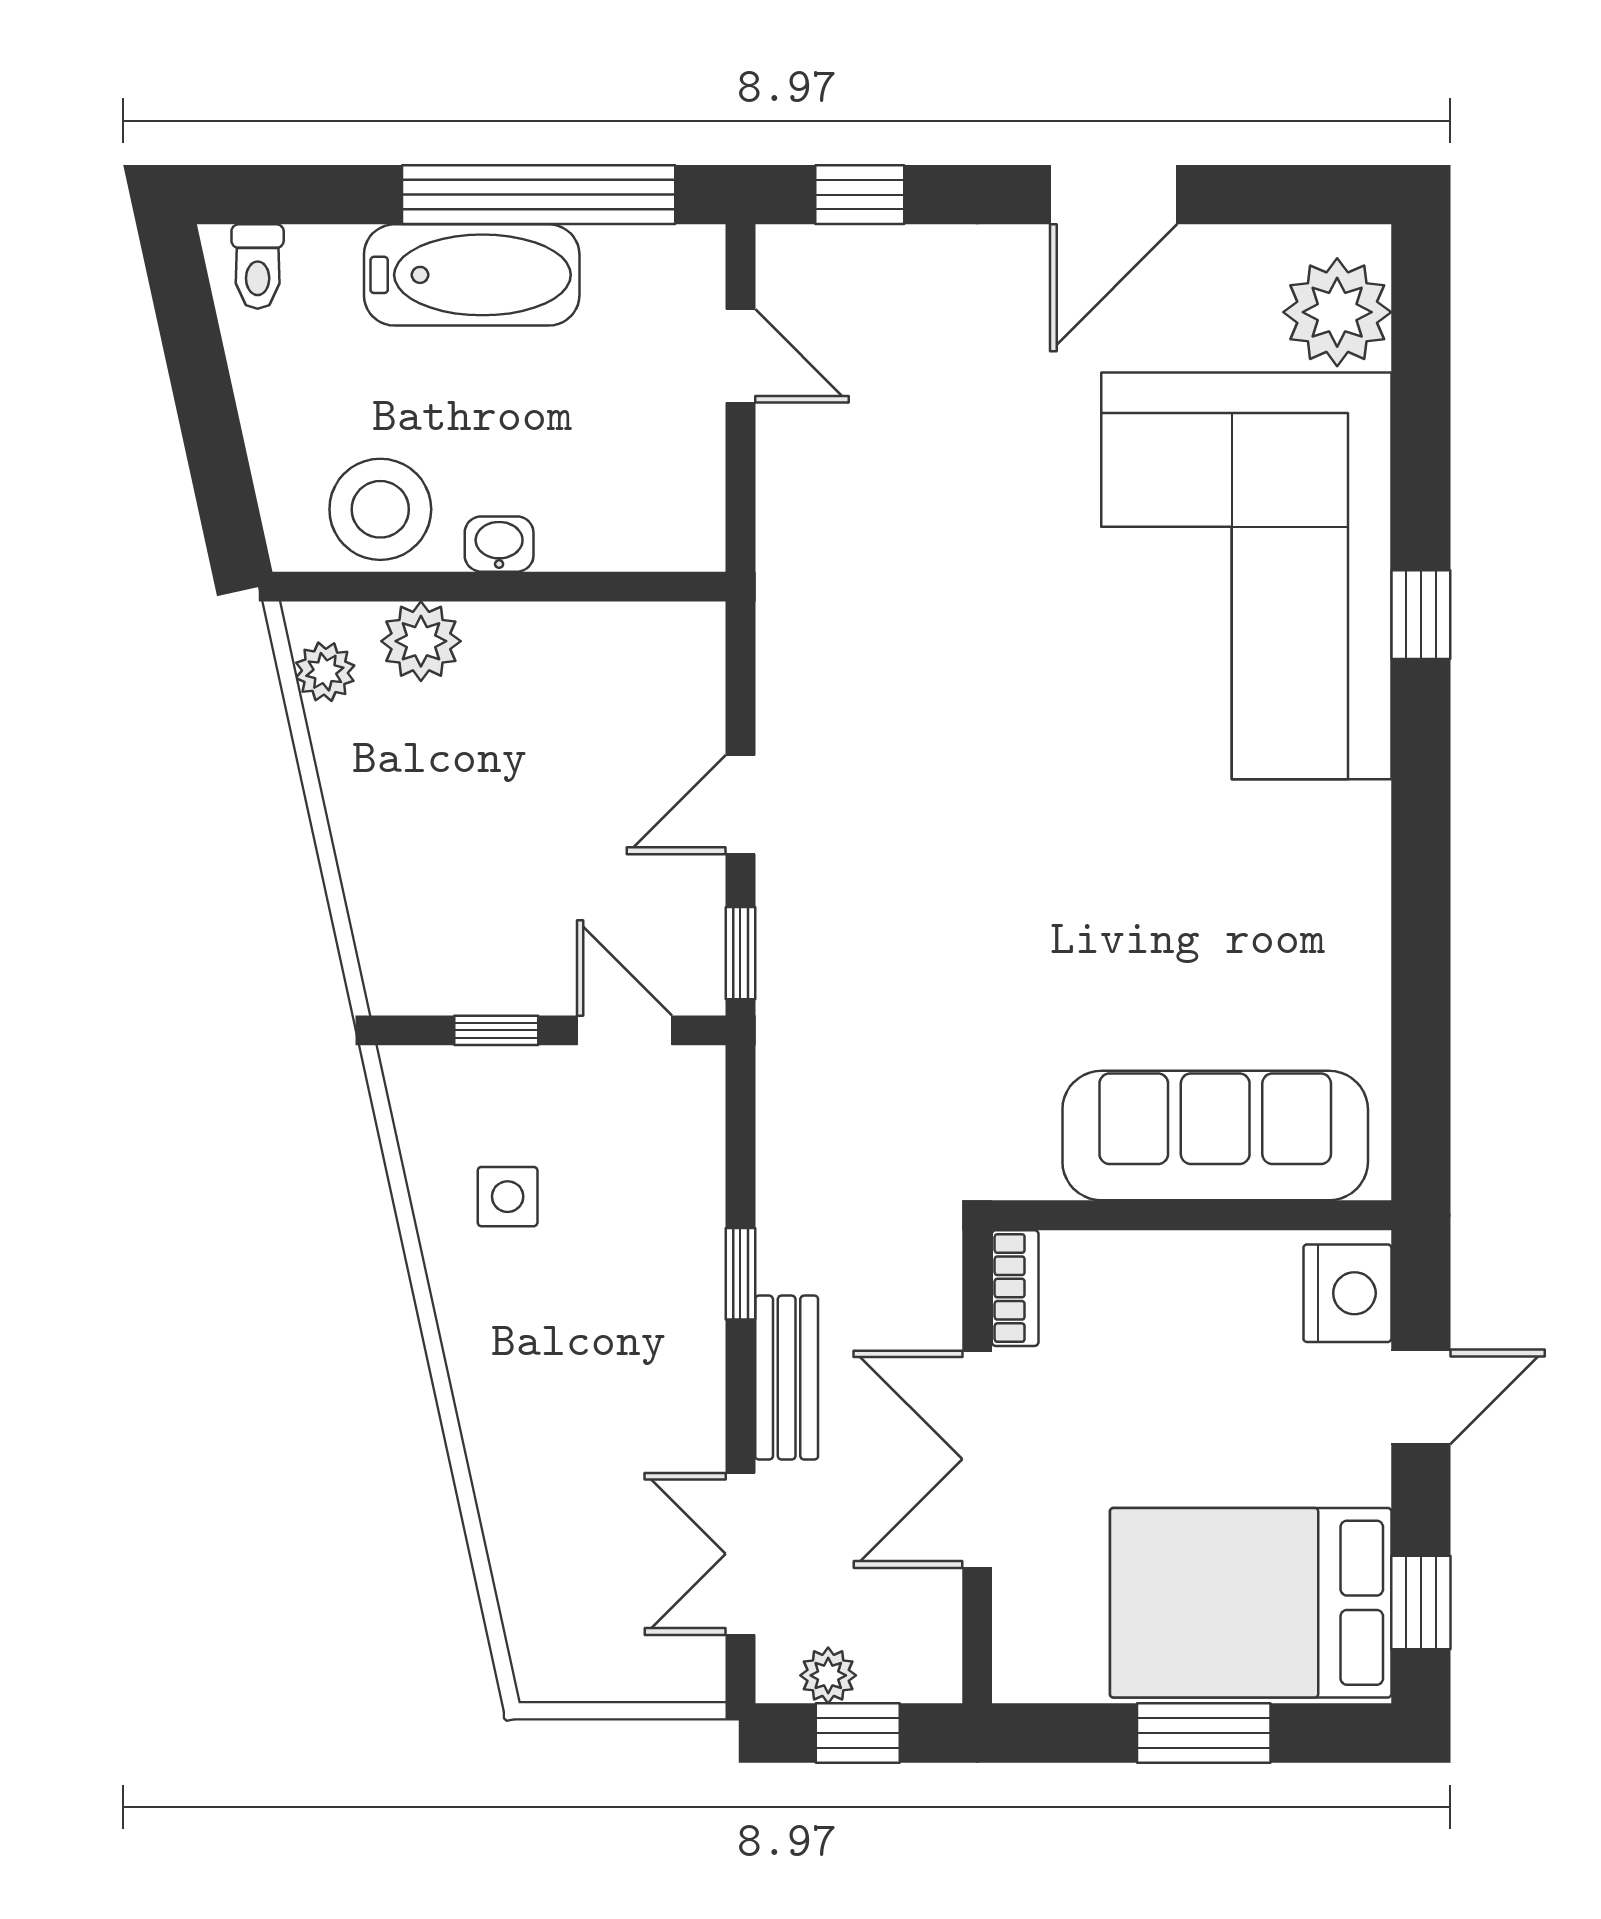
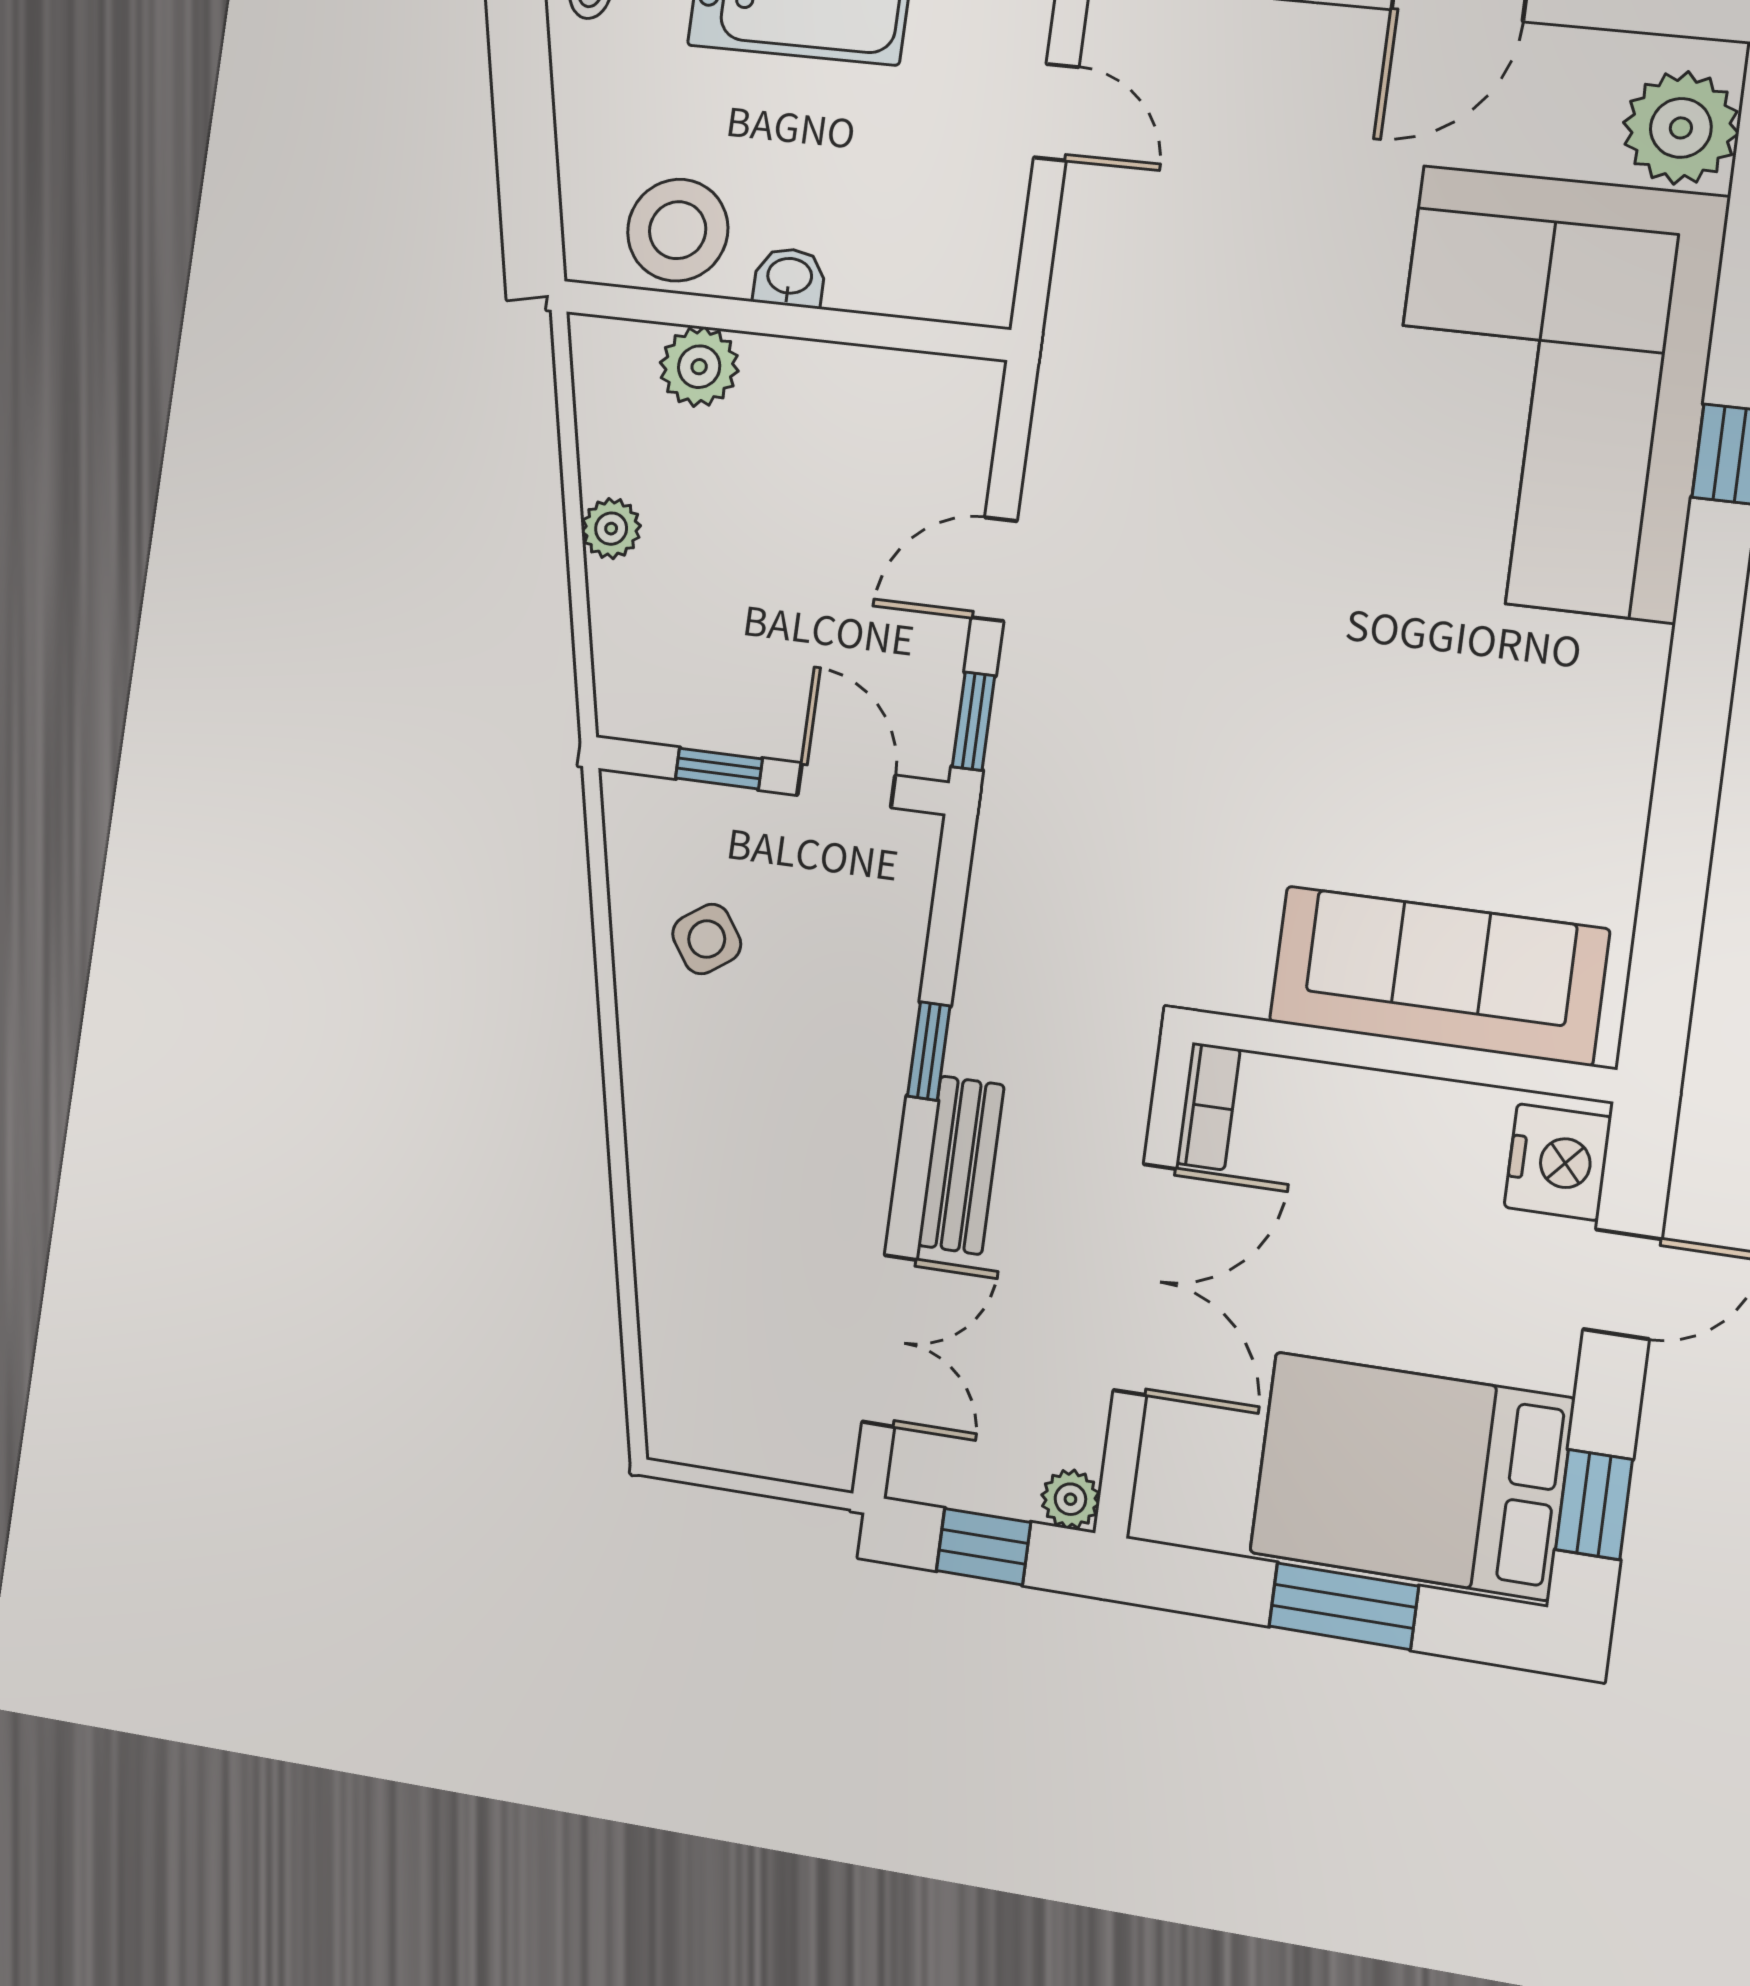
plant: (325, 672) -> (611, 529), moved
side table: (508, 1197) -> (707, 939), turned -35
double door: (977, 1459) -> (1145, 1279), swing flipped
double door: (740, 1554) -> (890, 1341), swing flipped
plant: (828, 1675) -> (1070, 1499), moved

